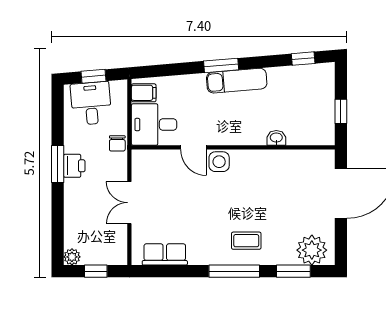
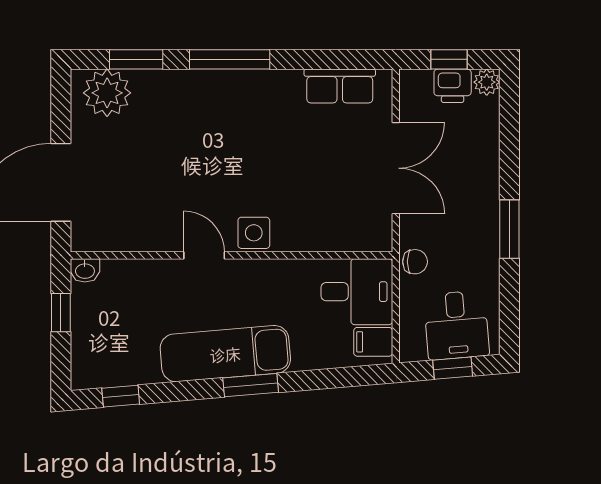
exam couch: (237, 81) -> (225, 354), width x1.36, depth x1.45
washbasin: (276, 138) -> (85, 270), moved
chair: (117, 143) -> (415, 262), turned 90
door: (193, 147) -> (204, 255), moved
printer: (74, 166) -> (453, 86), moved, turned -90
double door: (129, 203) -> (396, 168), width x1.37
coffee table: (246, 241) -> (211, 108), removed

